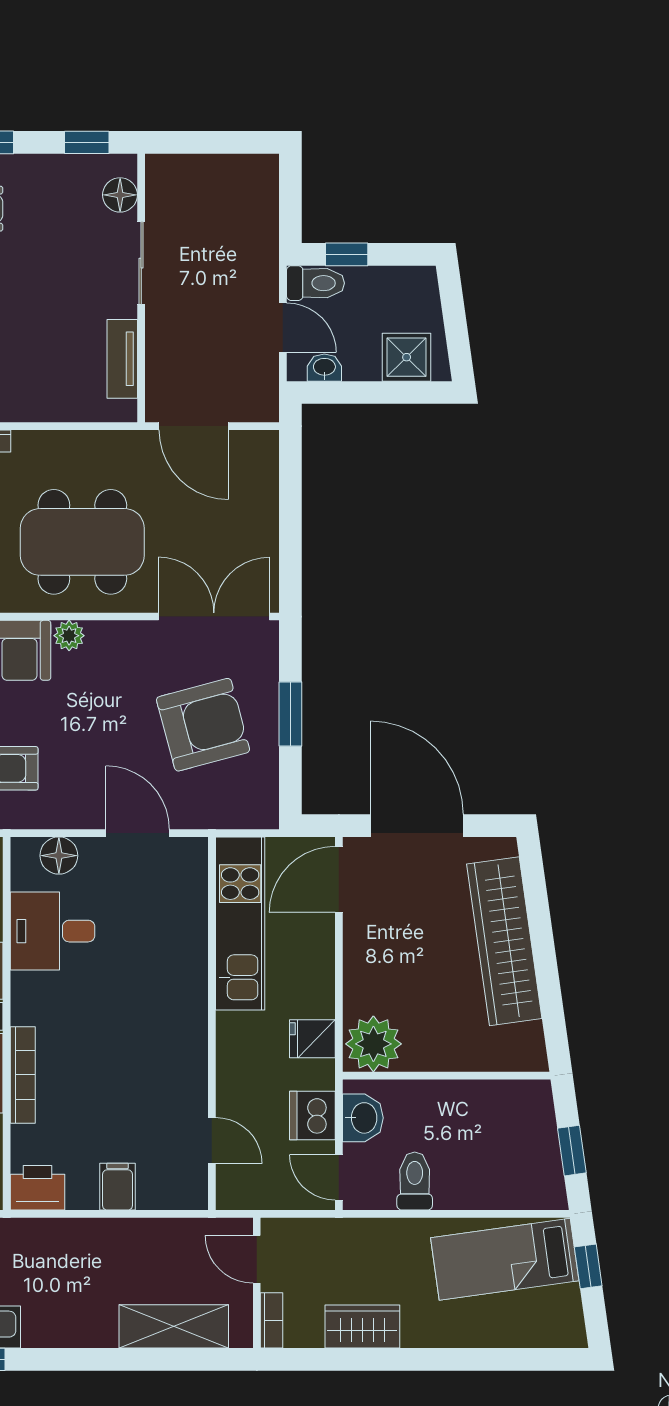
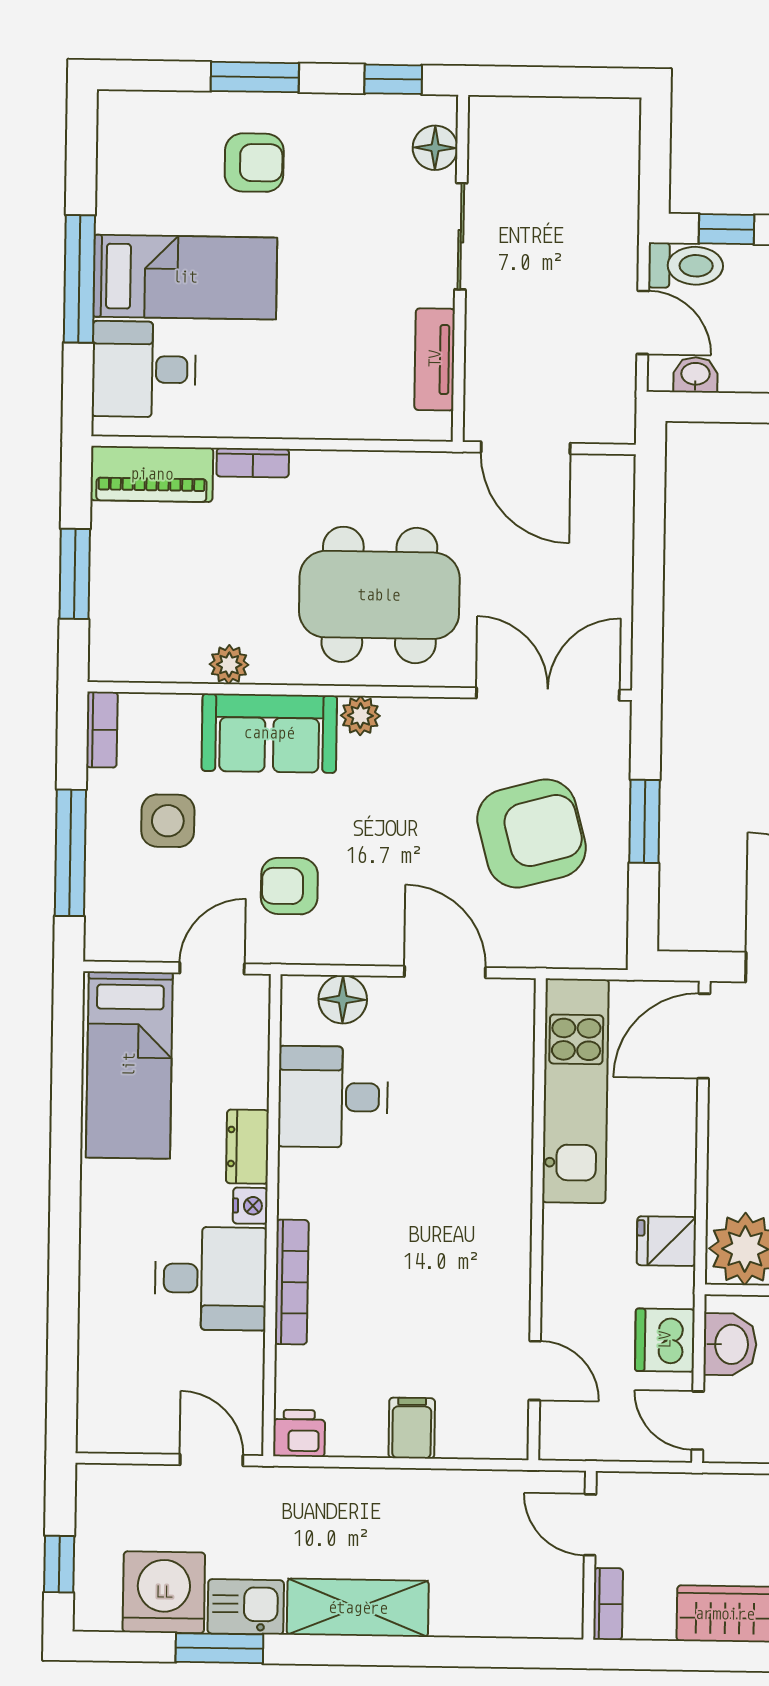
printer: (37, 1188) -> (299, 1433), width x0.73, depth x0.81
shelving: (174, 1326) -> (358, 1608), moved

